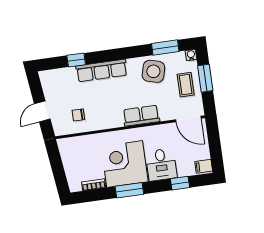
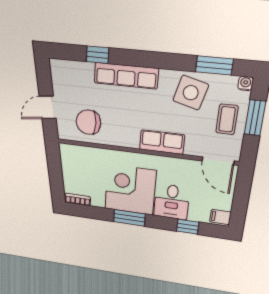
chair: (78, 115) -> (88, 122), width x1.87, depth x1.87
bookcase: (94, 185) -> (78, 200), moved

